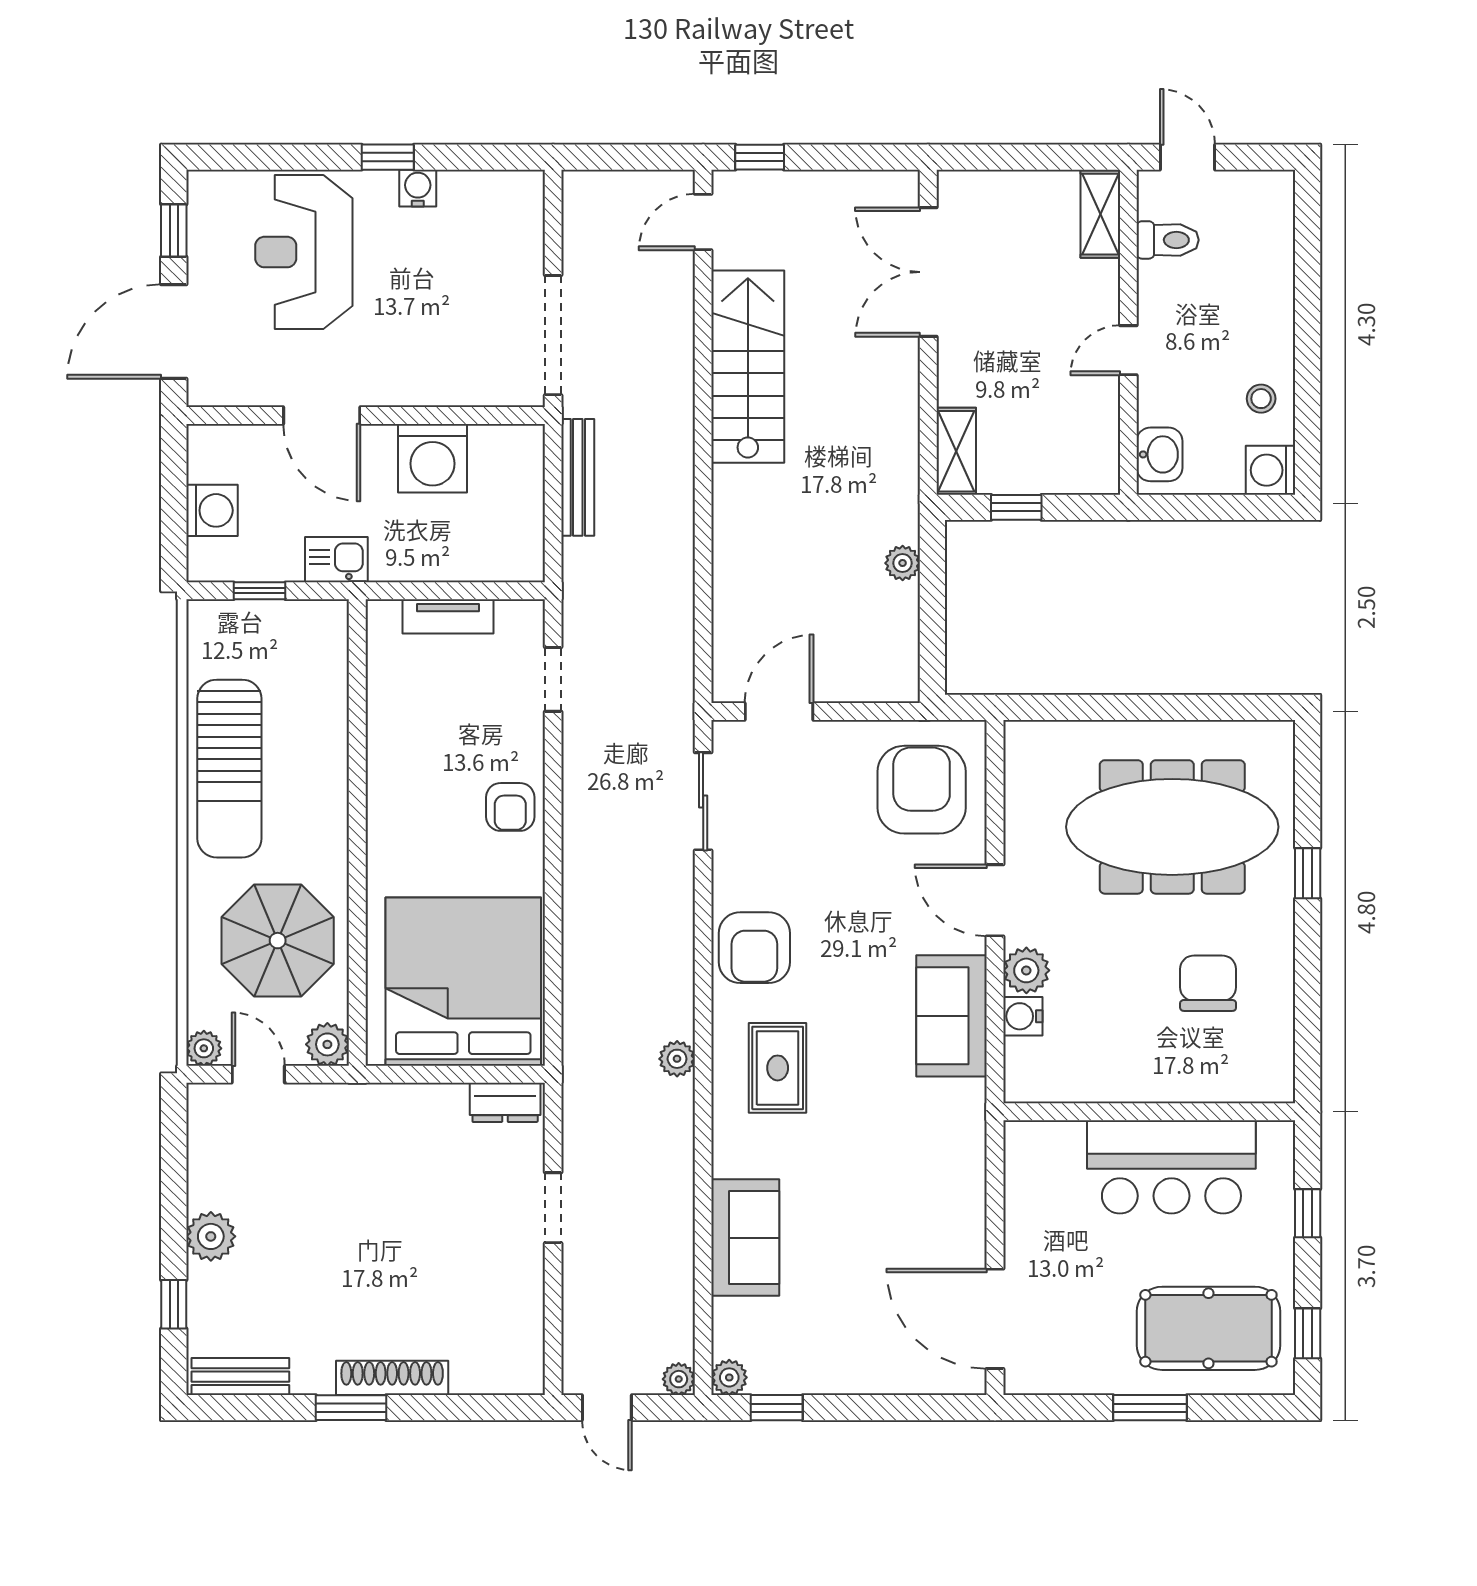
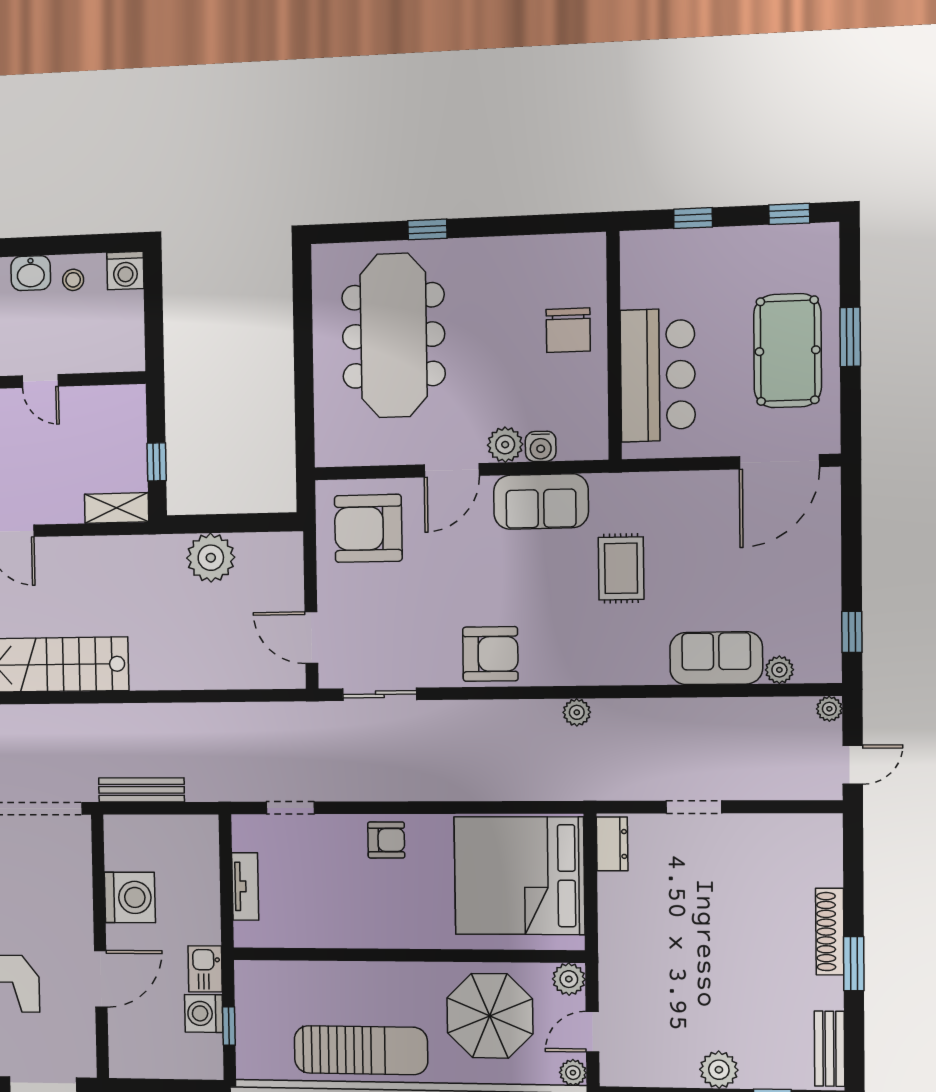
washbasin: (1159, 454) -> (31, 273), moved, turned 180
washing machine: (212, 510) -> (204, 1013), moved, turned -90
plant: (903, 563) -> (211, 558), width x1.87, depth x1.87
chair: (1208, 983) -> (568, 330), moved, turned -90
rug: (778, 1068) -> (621, 568), moved, turned 90
bar counter: (1171, 1167) -> (658, 375), moved
pool table: (1208, 1328) -> (788, 351), moved
plant: (729, 1377) -> (779, 670), moved

